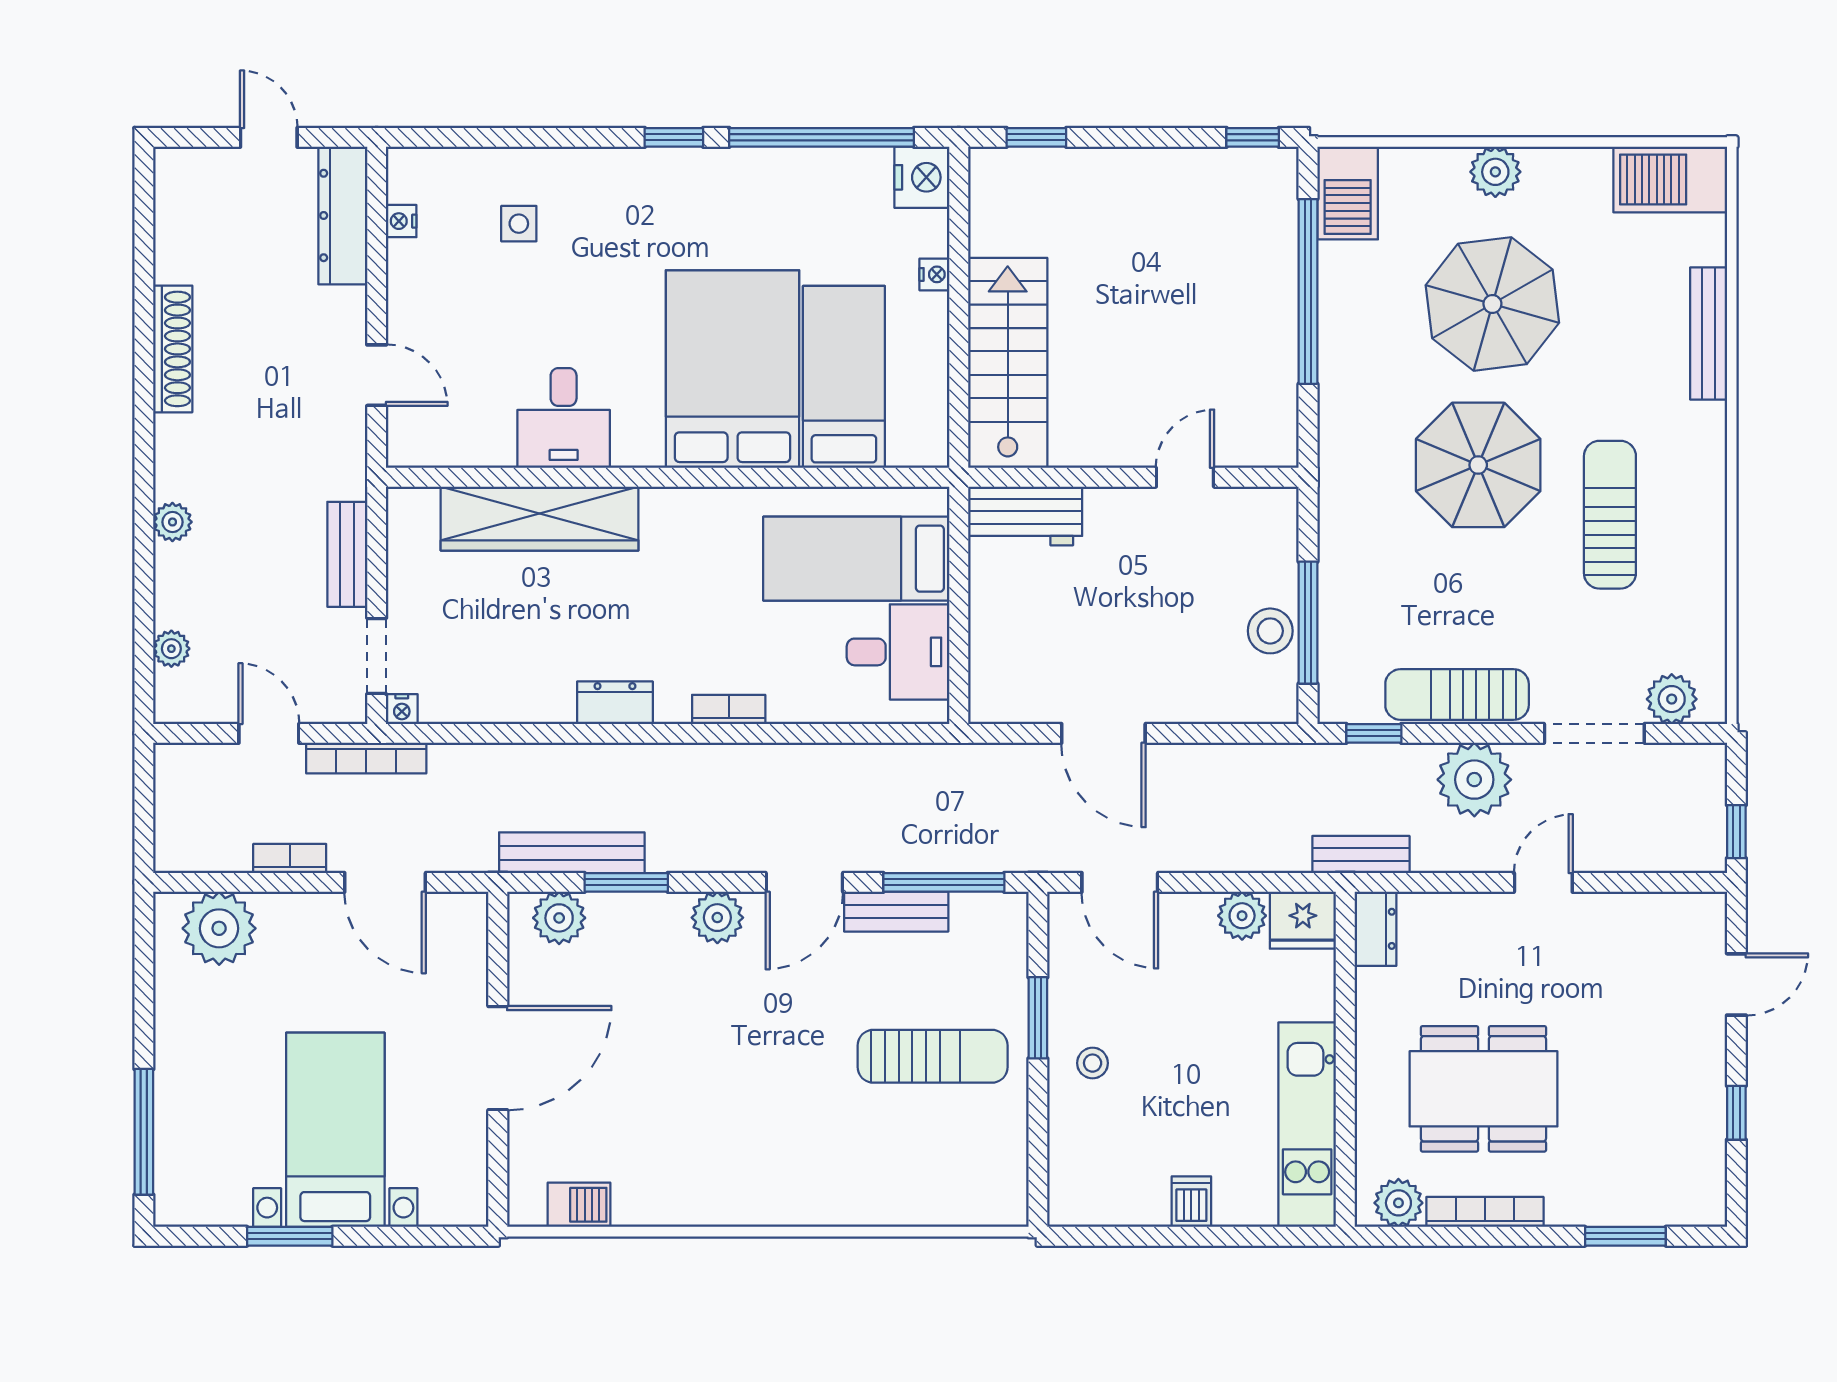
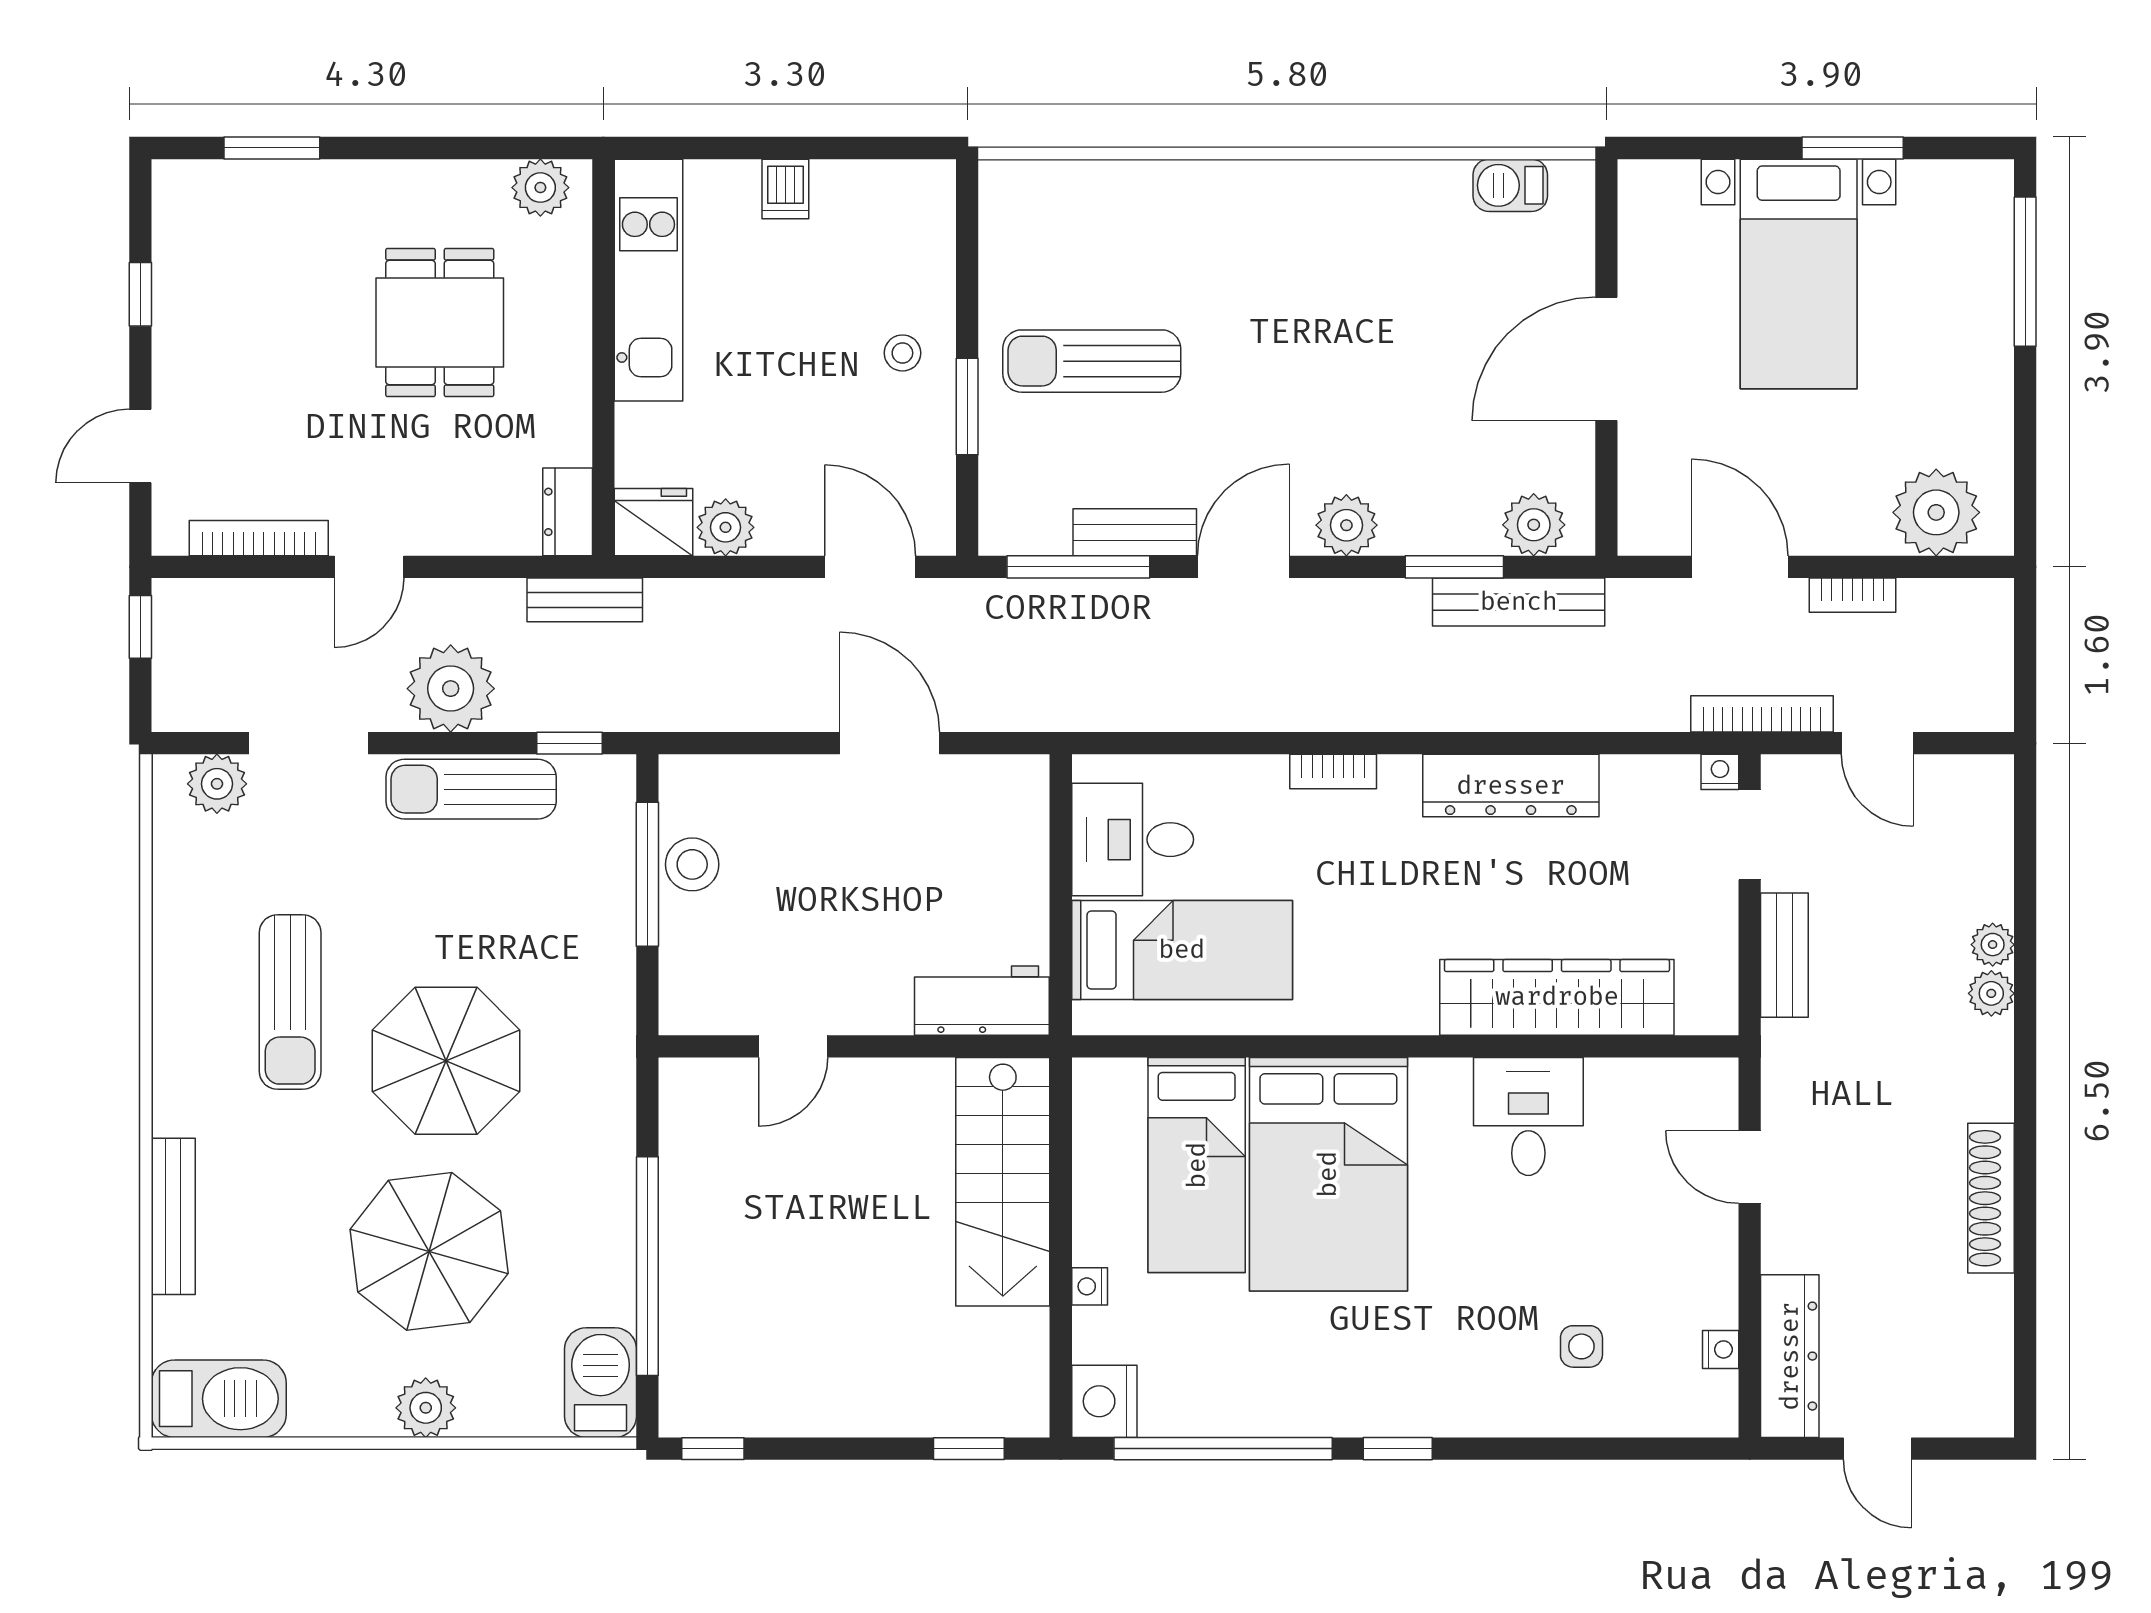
plant: (171, 649) -> (1993, 945), moved
sun lounger: (1457, 695) -> (471, 789), turned 180
dresser: (615, 703) -> (1511, 786), width x1.96, depth x1.24
dining table: (1483, 1089) -> (440, 323), width x0.73
bookcase: (1485, 1212) -> (259, 538), moved, turned 180

